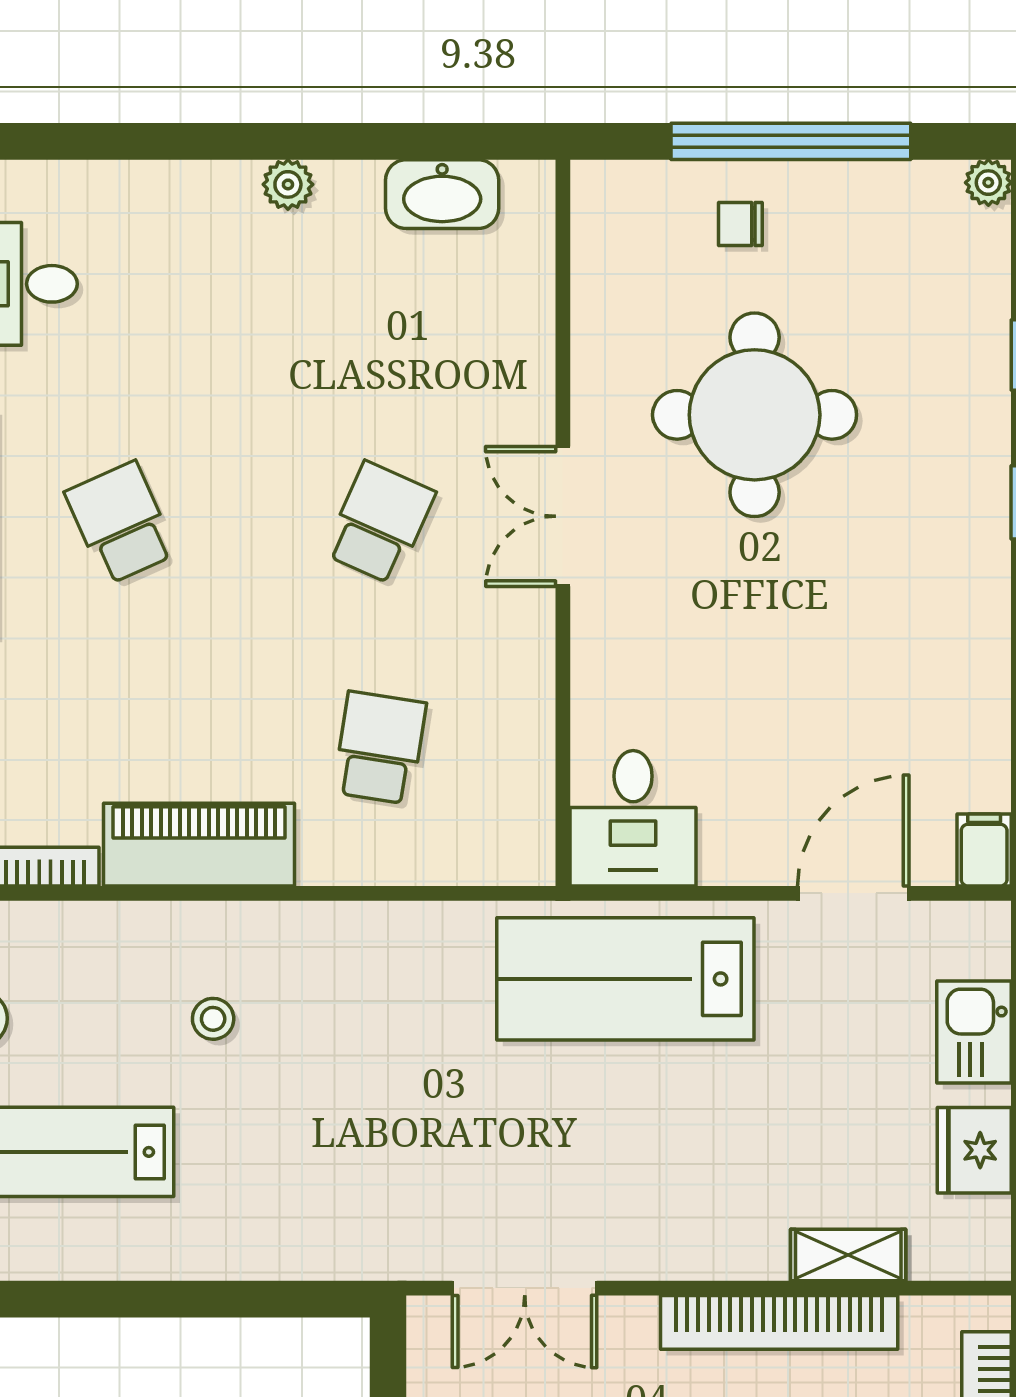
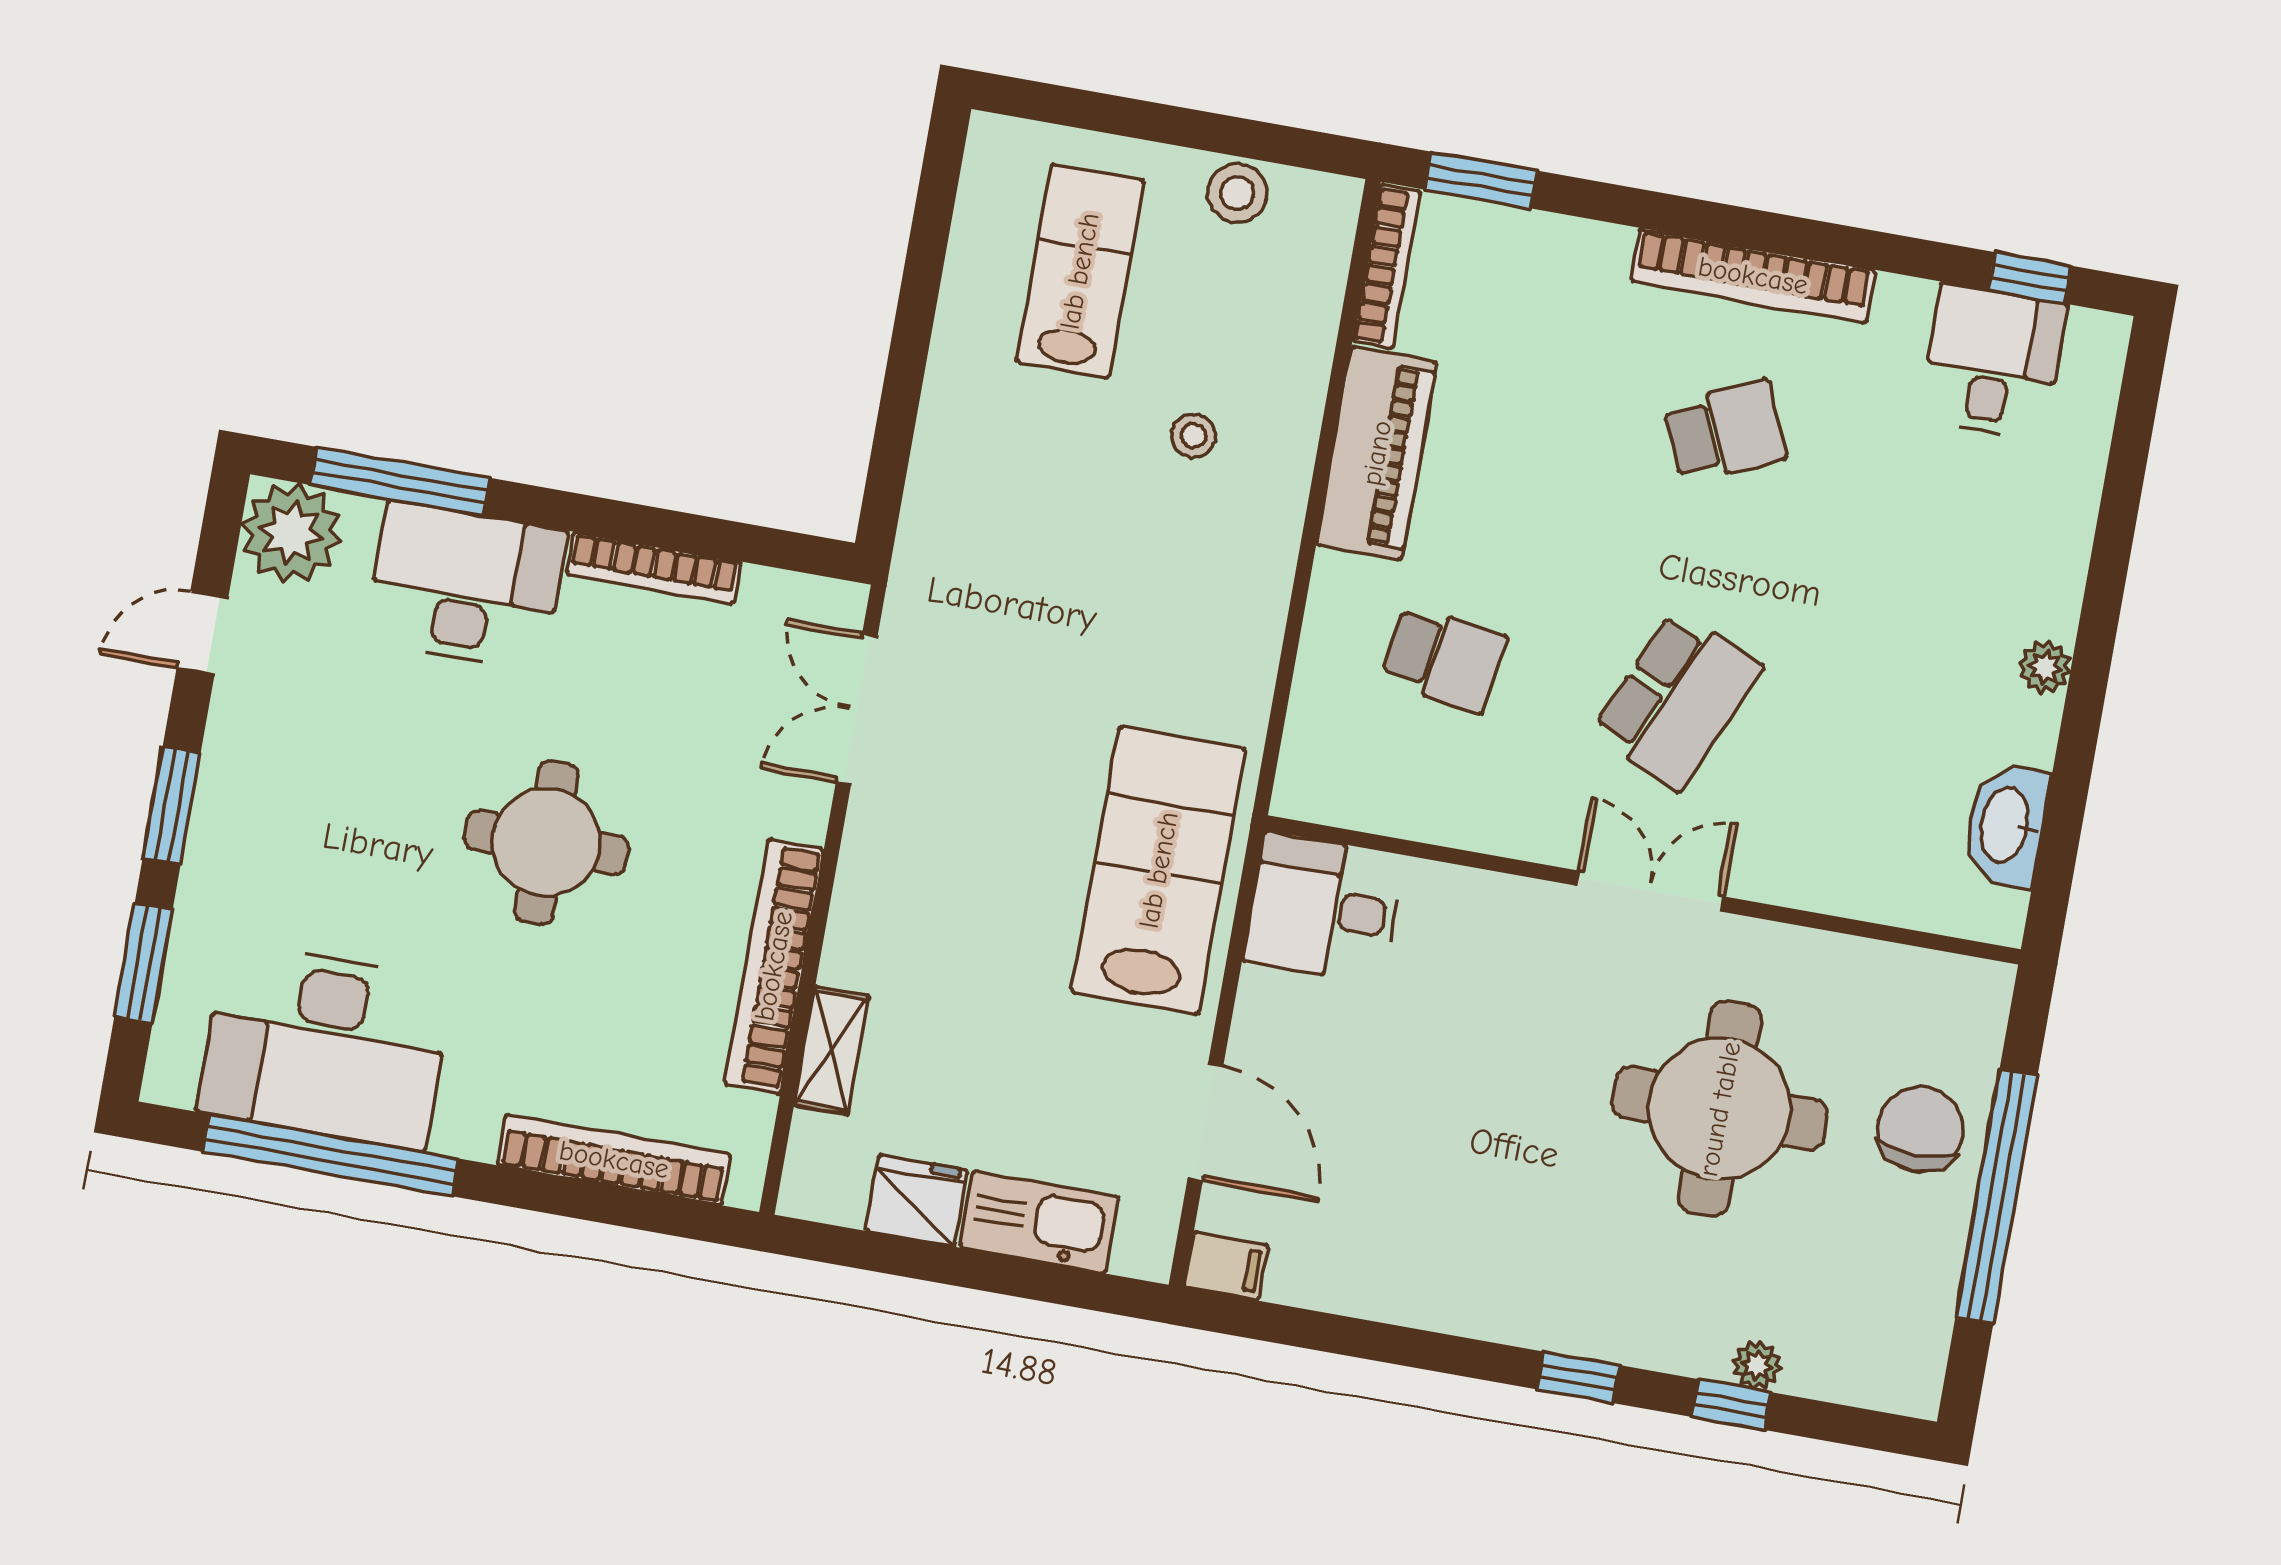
plant: (988, 183) -> (1757, 1365), moved
chair: (740, 224) -> (1920, 1129), width x1.87, depth x1.87
school desk: (380, 523) -> (1677, 700), width x1.85
kitchen sink: (974, 1032) -> (1039, 1222), width x1.38

